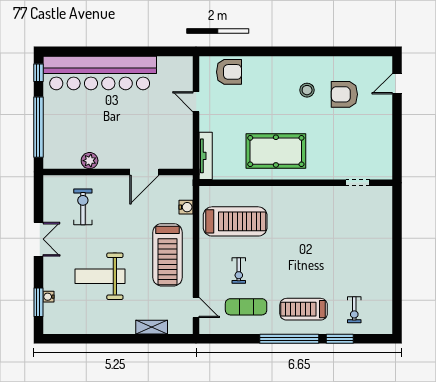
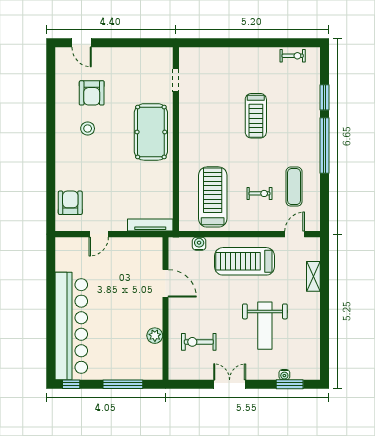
window: (38, 127) -> (123, 384), width x0.68
pool table: (276, 151) -> (151, 132), moved
treadmill: (168, 255) -> (245, 261), turned 180
treadmill: (304, 309) -> (256, 116), moved
exercise bike: (354, 310) -> (293, 56), moved

